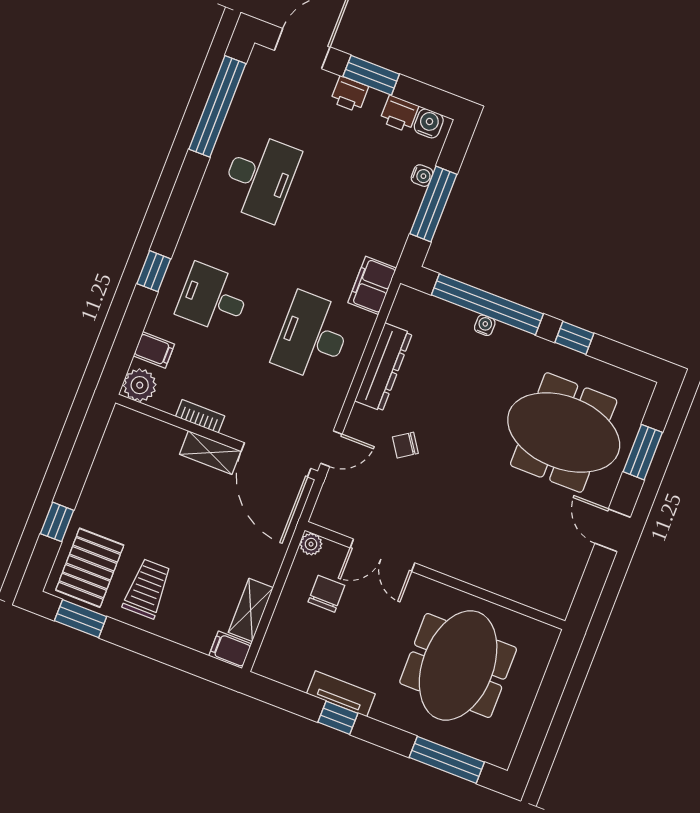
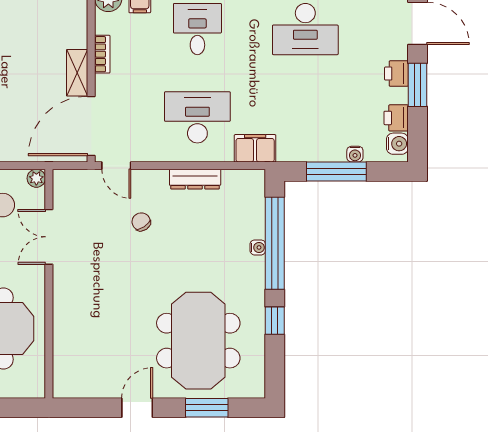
dresser: (383, 367) -> (195, 179), width x0.73, depth x0.80

